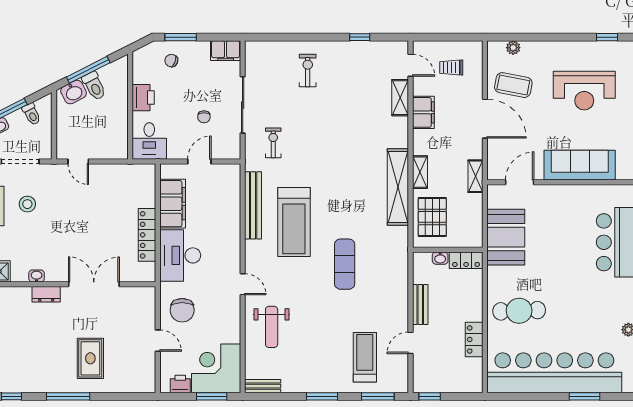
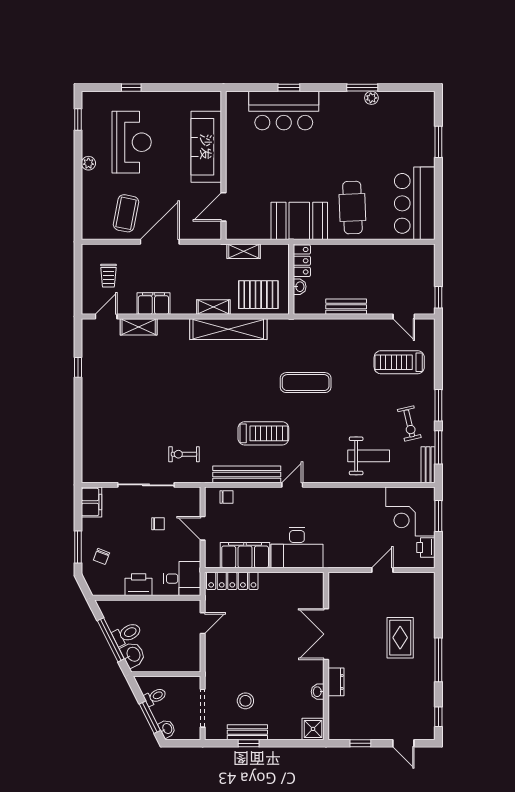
plant: (513, 48) -> (88, 163), moved
exercise bike: (308, 71) -> (409, 423), moved, turned -103
door: (78, 161) -> (203, 623), moved
shelving: (475, 176) -> (244, 251), moved
door: (520, 182) -> (223, 207), hinge flipped
treadmill: (294, 222) -> (263, 433), width x0.73, depth x0.73
locker: (147, 235) -> (232, 581), moved
booth: (506, 237) -> (299, 221), moved
door: (243, 284) -> (292, 485), moved
chair: (182, 310) -> (226, 497), moved, width x0.54, depth x0.54
locker: (474, 339) -> (381, 253), removed
door: (410, 343) -> (404, 316), moved
rug: (90, 358) -> (400, 638), turned 90
bar counter: (554, 373) -> (415, 203), width x0.54
window: (378, 396) -> (438, 447), moved

